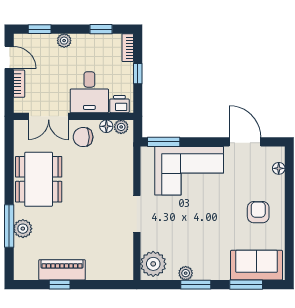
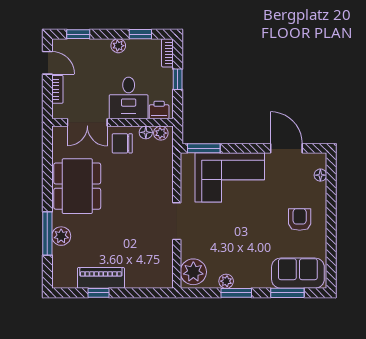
plant: (64, 41) -> (118, 46), moved

